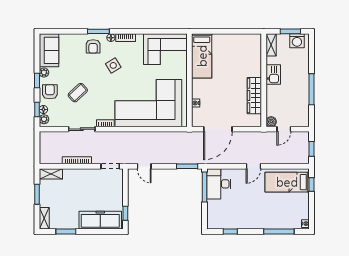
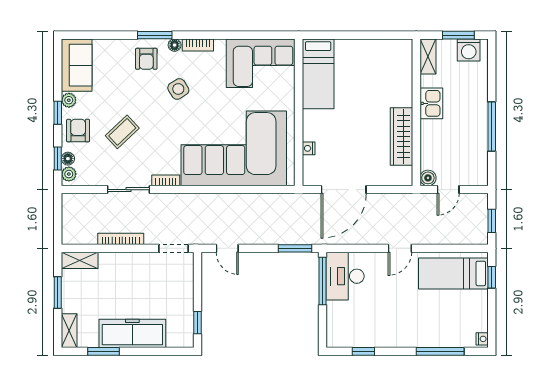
freezer: (100, 220) -> (132, 333), moved

